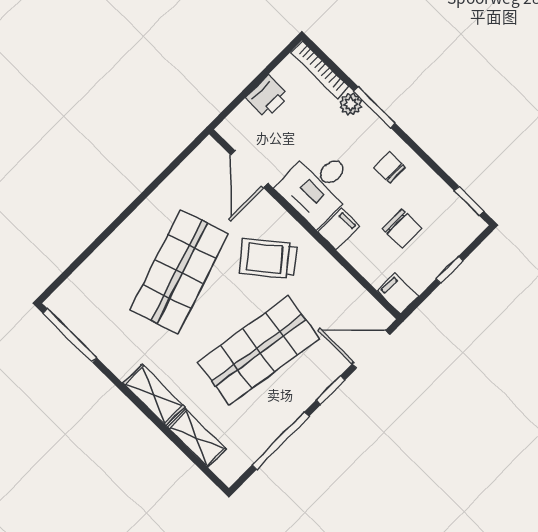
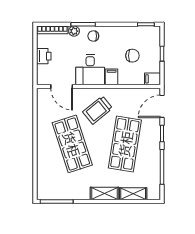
chair: (390, 167) -> (93, 36), moved

